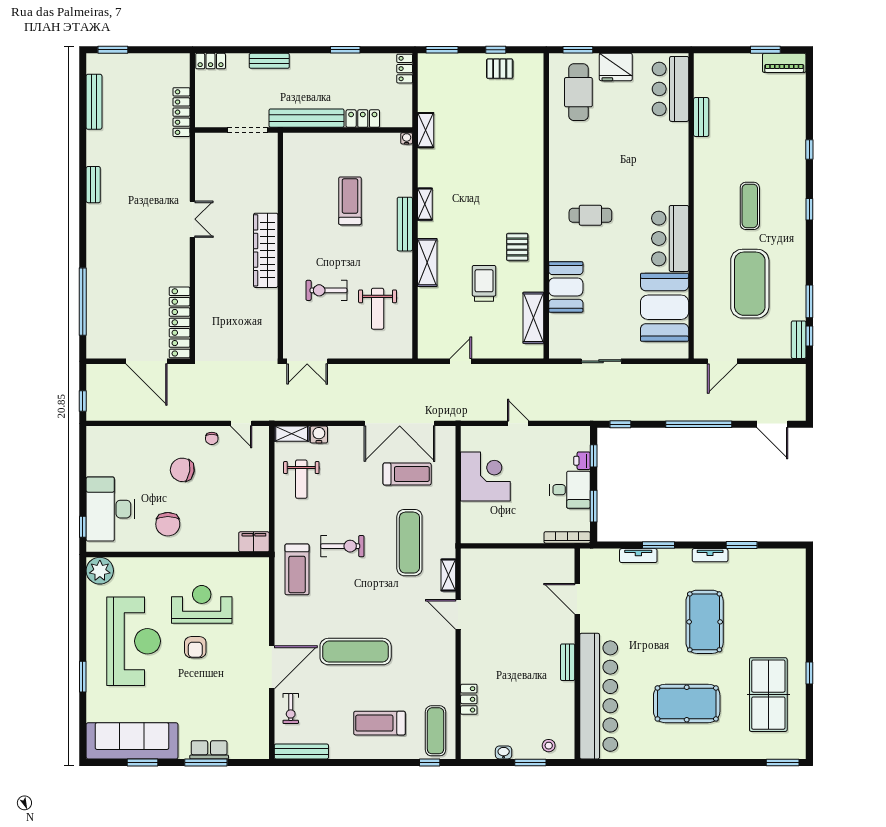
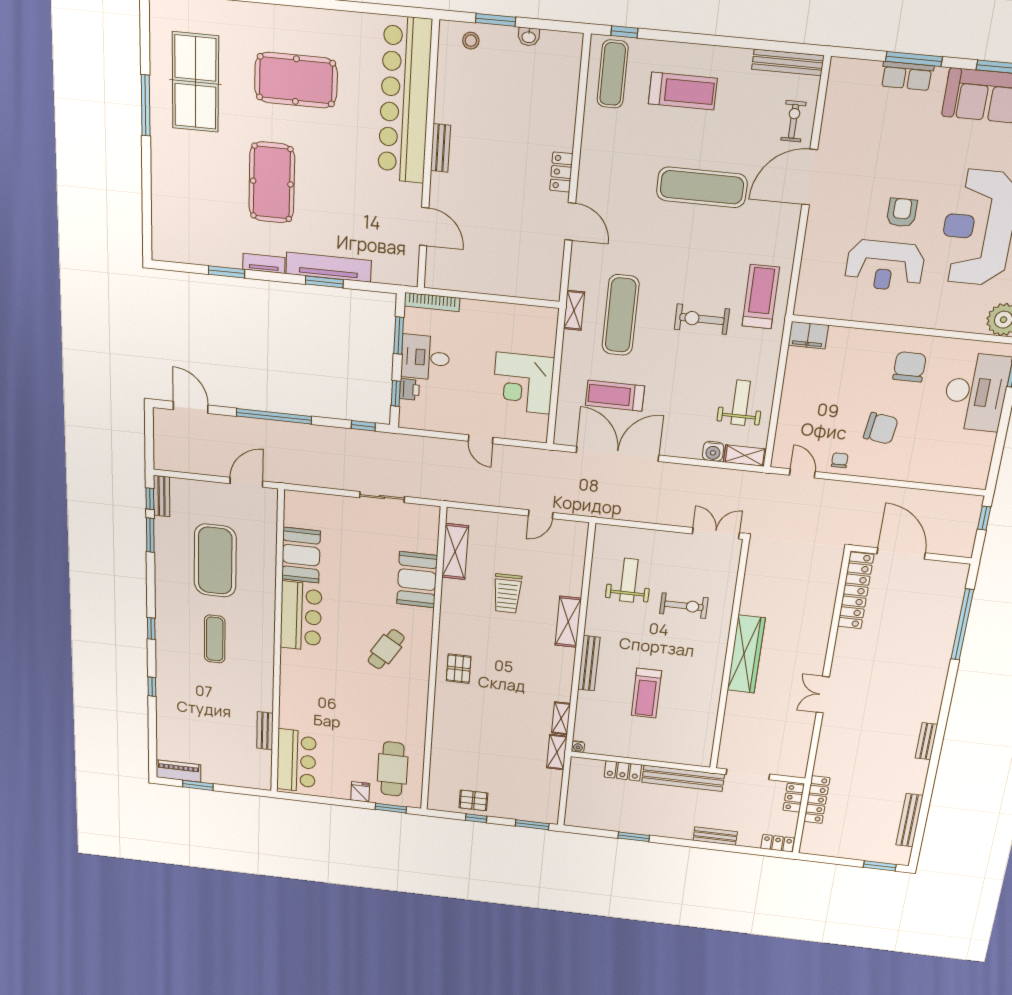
fridge: (616, 67) -> (360, 792), width x0.53, depth x0.75
locker: (405, 69) -> (794, 798), moved, turned 180
shelving: (425, 204) -> (561, 718), moved
cafe table: (590, 215) -> (386, 649), turned -58
pallet: (517, 247) -> (459, 669), moved
booth: (665, 307) -> (301, 555), width x0.73, depth x0.70
tv unit: (638, 556) -> (329, 267), width x1.92, depth x1.29
shelving: (448, 575) -> (574, 310), moved
window: (809, 673) -> (146, 105), width x2.17
locker: (469, 699) -> (561, 172), moved

